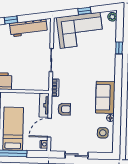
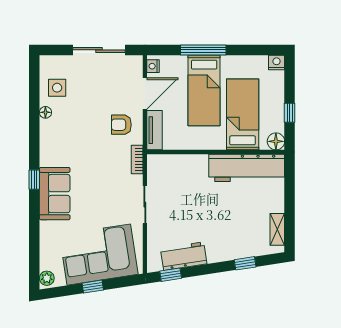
window: (11, 20) -> (171, 275), moved
workbench: (28, 28) -> (184, 256), width x0.73
window: (119, 48) -> (34, 180), moved
sofa: (105, 97) -> (55, 194), moved
sliding door: (77, 155) -> (99, 50), width x1.37

